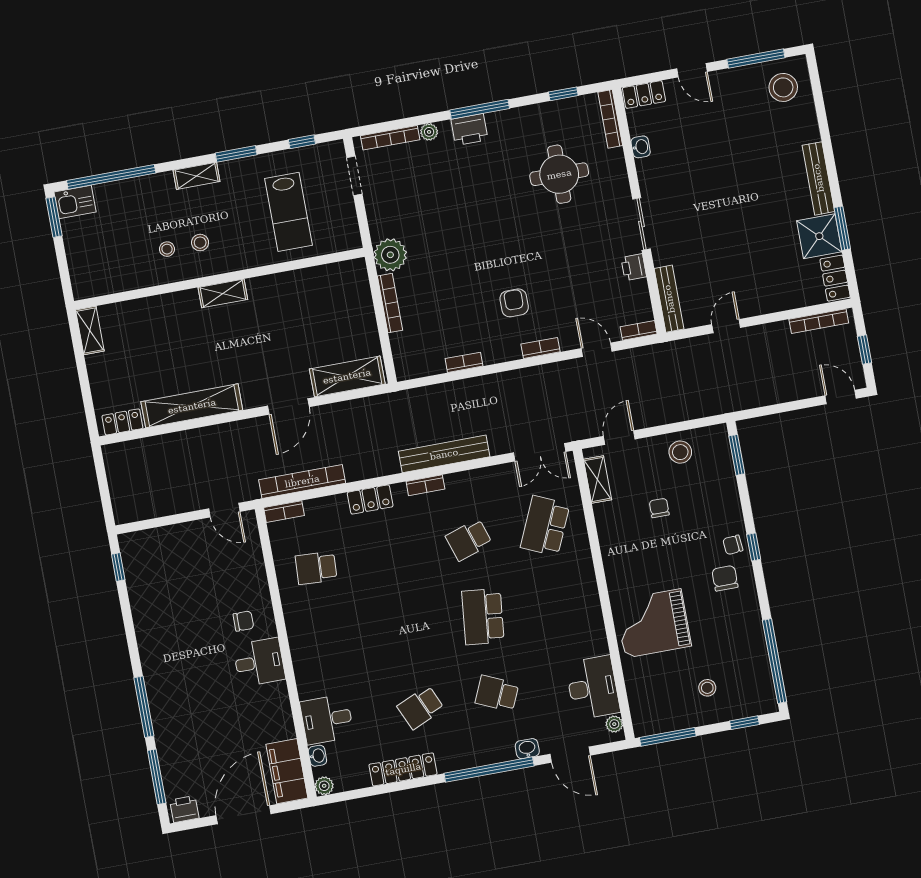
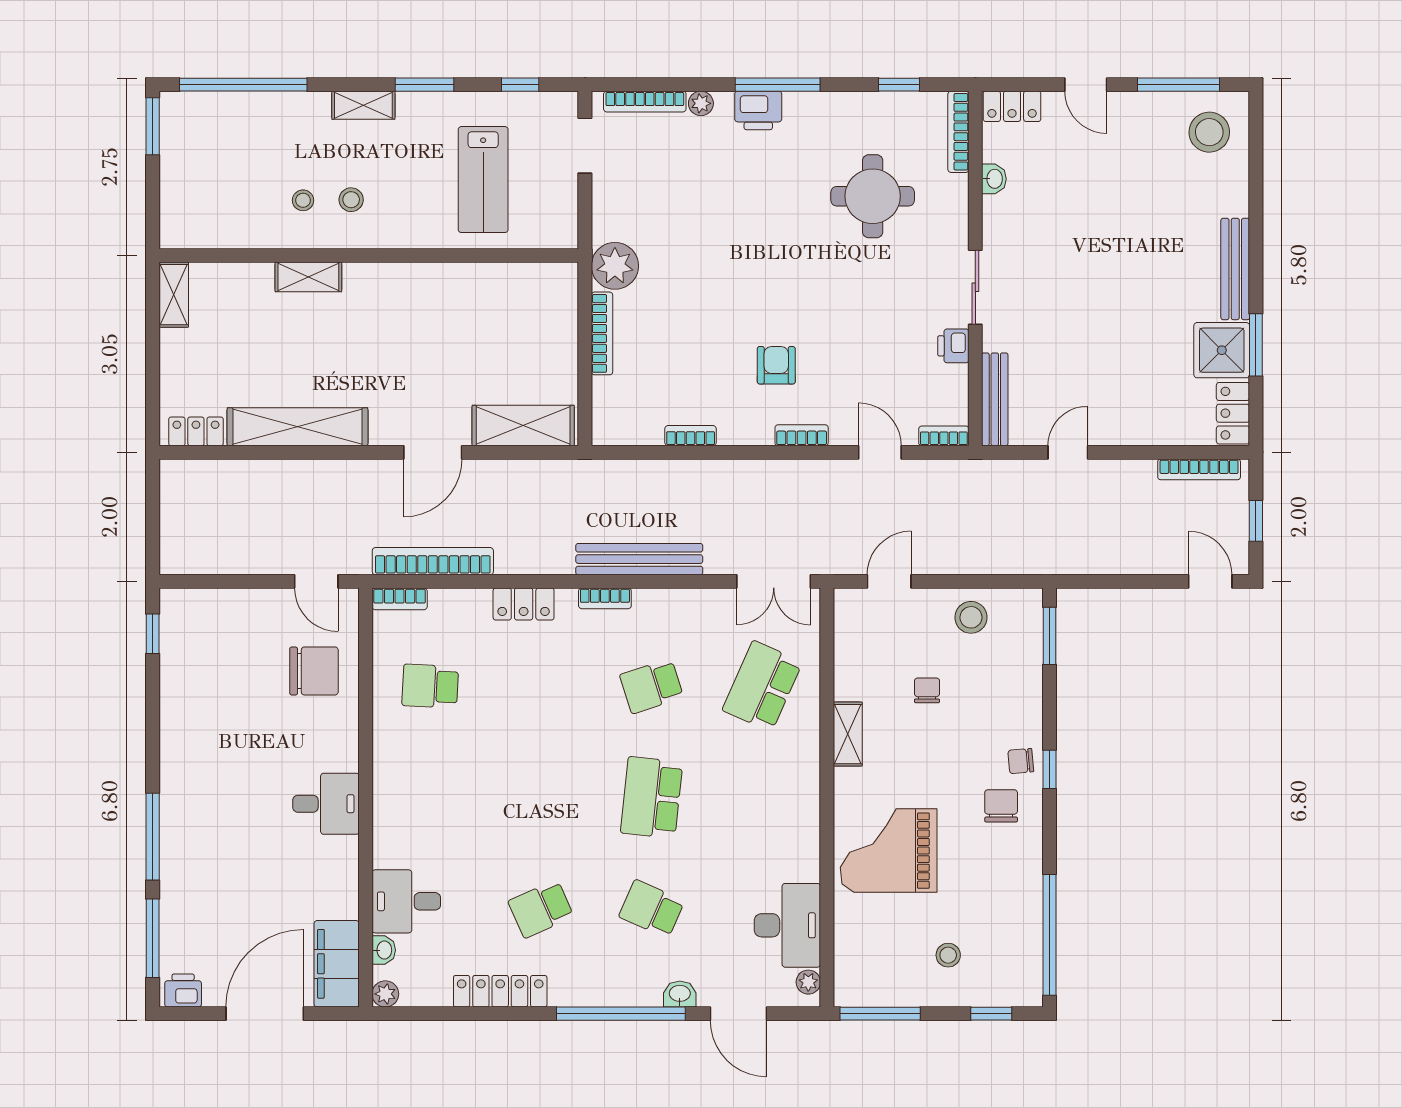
kitchen sink: (75, 202) -> (186, 111), removed
shelving: (223, 293) -> (308, 277), moved
shelving: (598, 479) -> (848, 734), moved
chair: (243, 621) -> (314, 671), moved, width x1.87, depth x1.87

